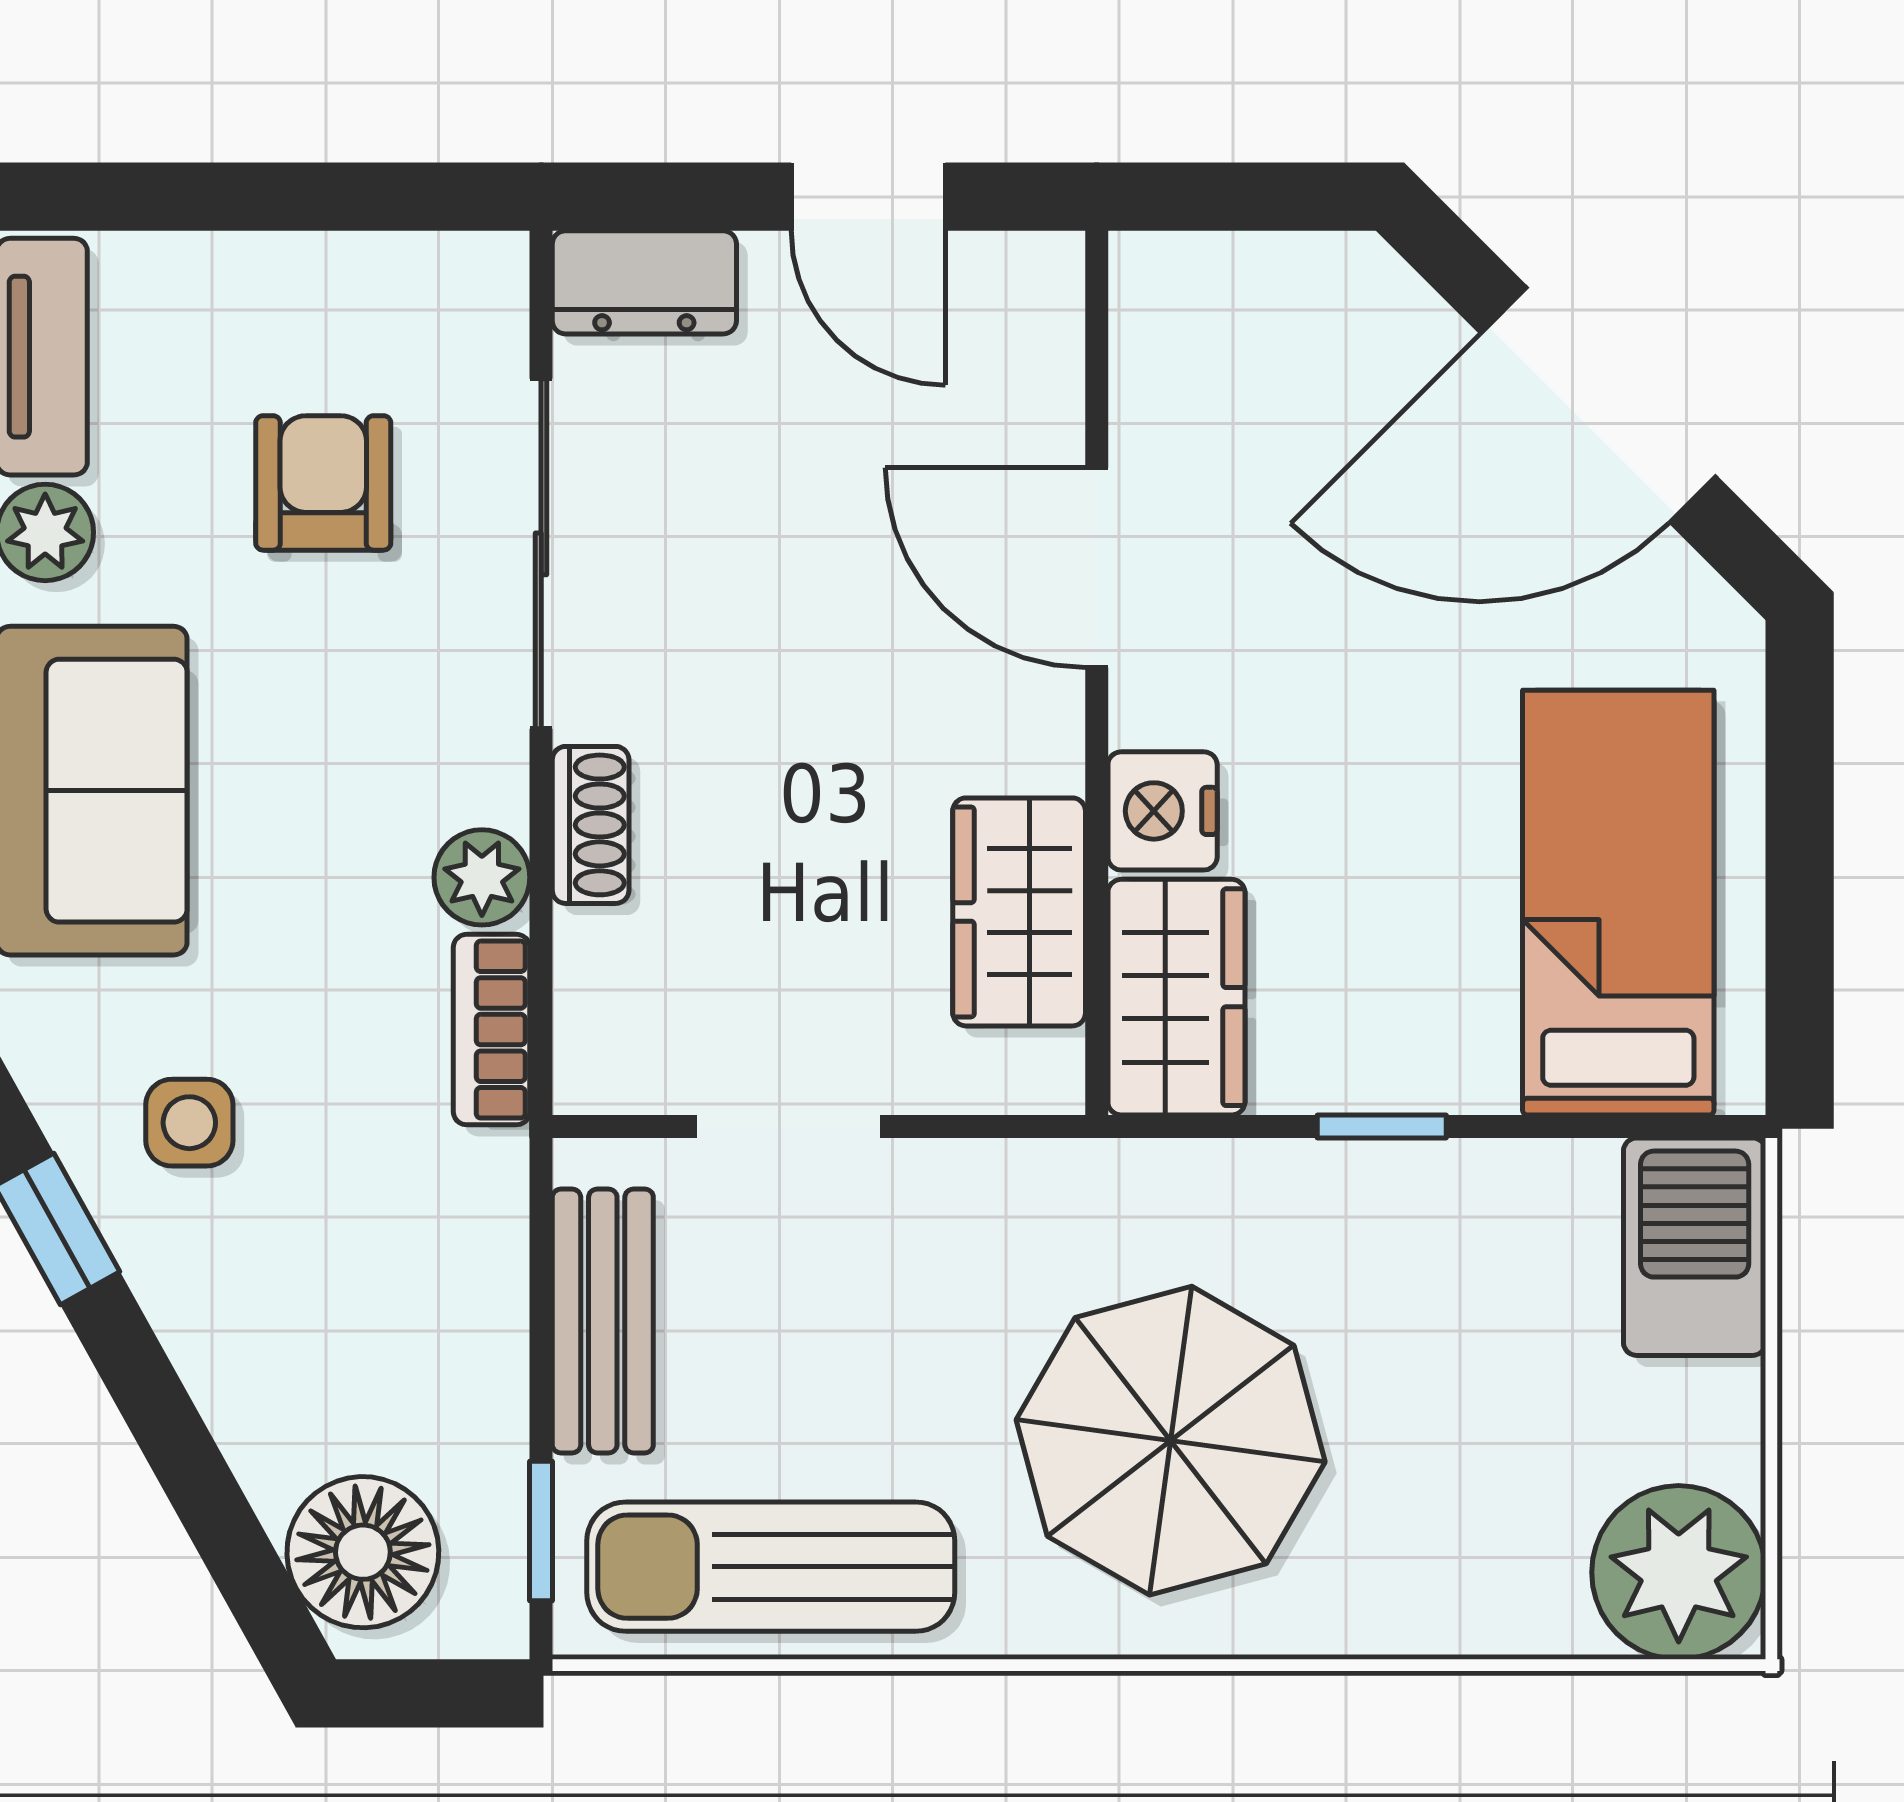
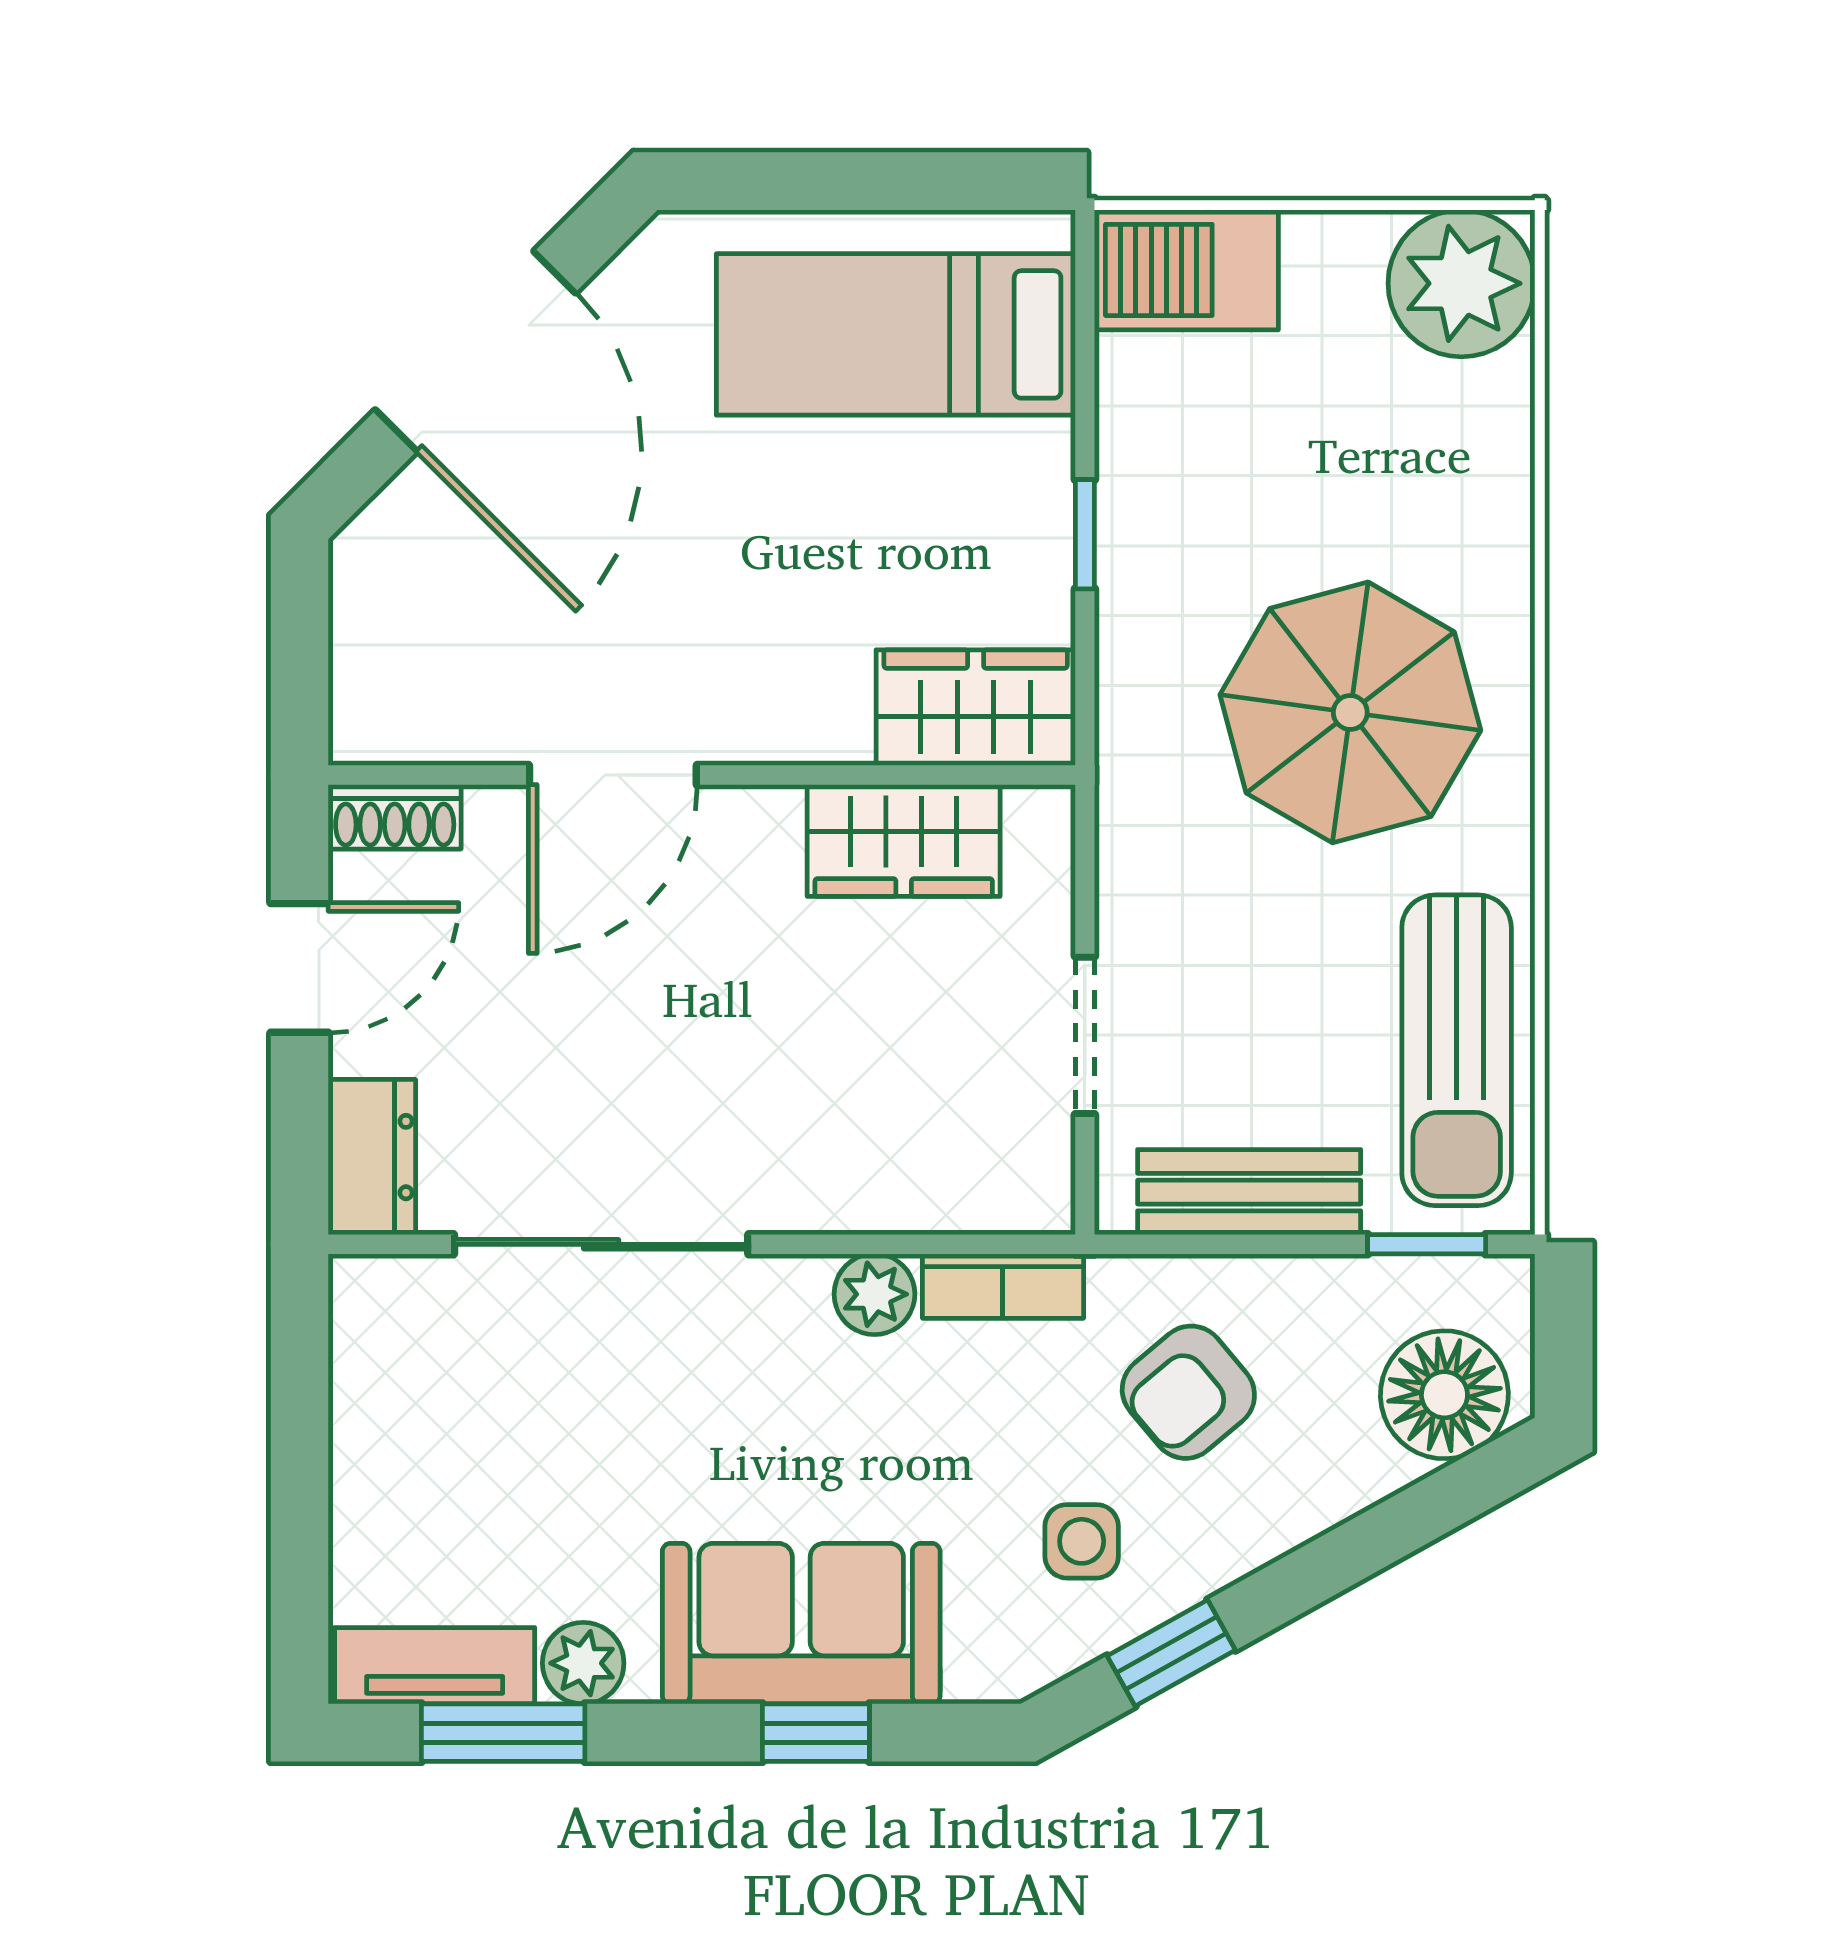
armchair: (323, 483) -> (1188, 1392), moved, turned -40
nightstand: (1163, 811) -> (818, 719), removed
shoe rack: (591, 825) -> (395, 817), moved, turned 180

